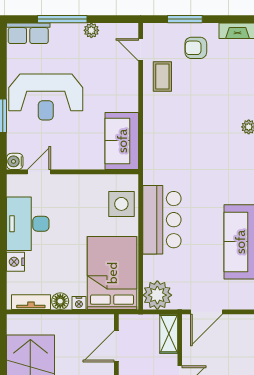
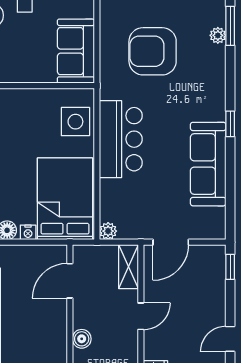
armchair: (190, 141) -> (153, 51), added
plant: (157, 295) -> (108, 231), width x0.53, depth x0.53

